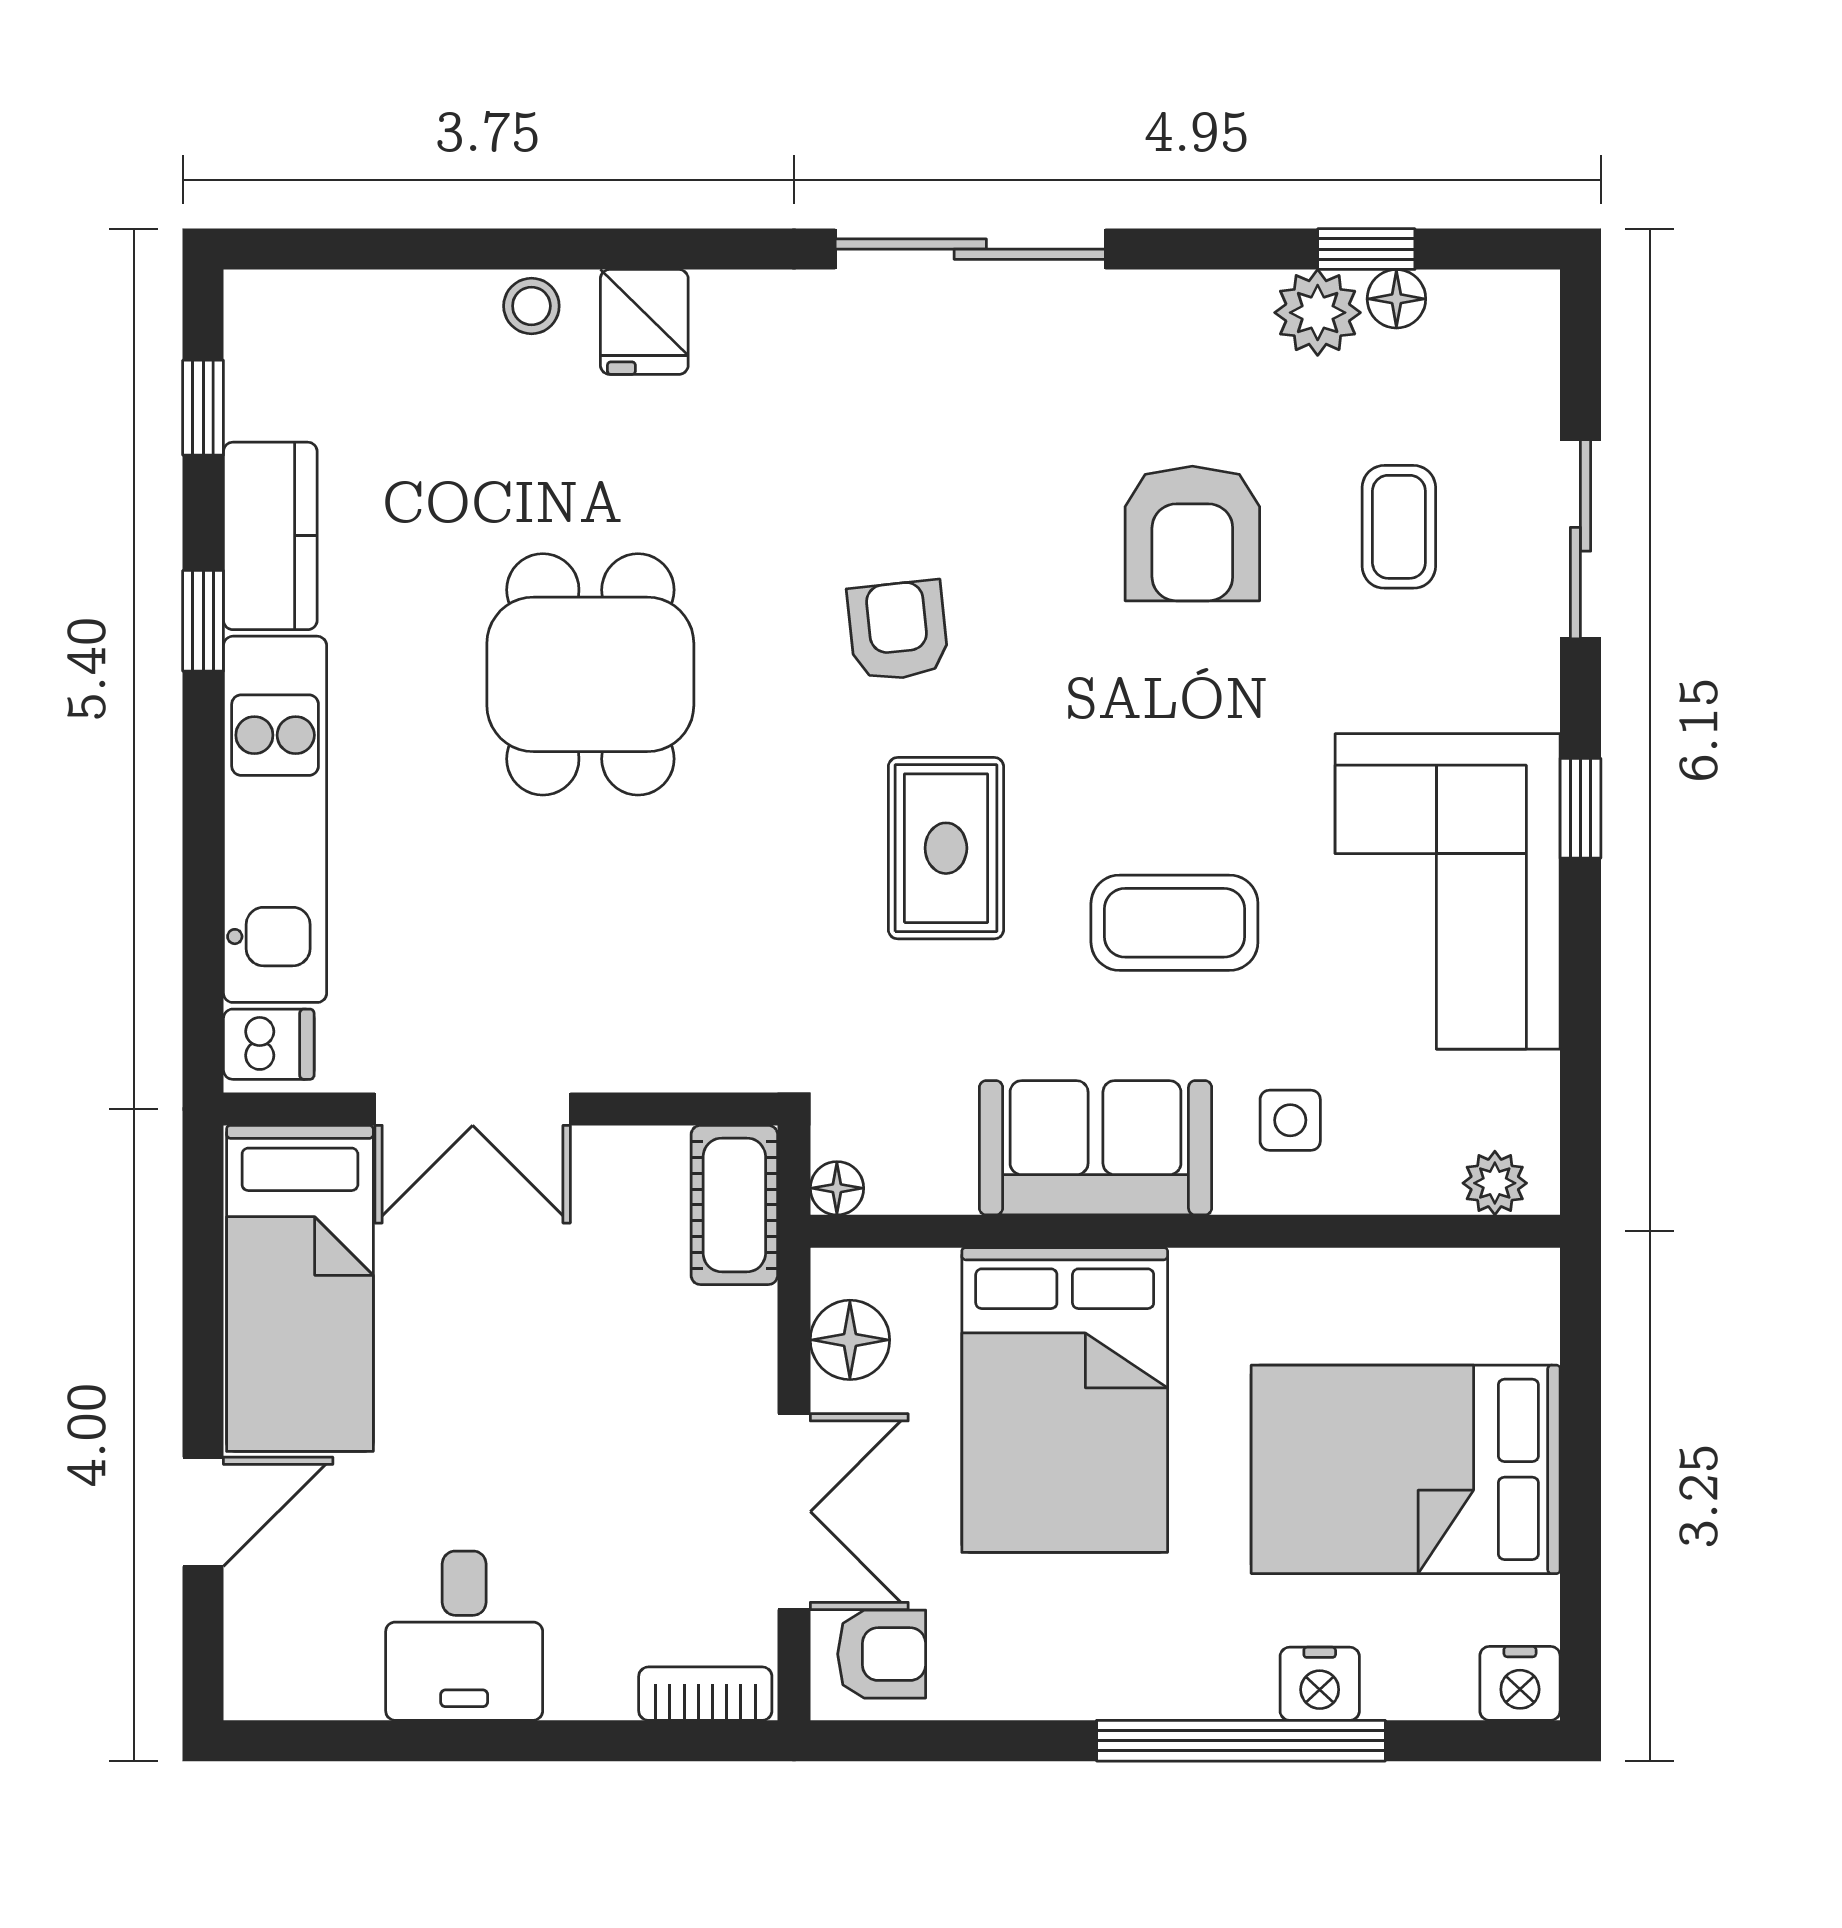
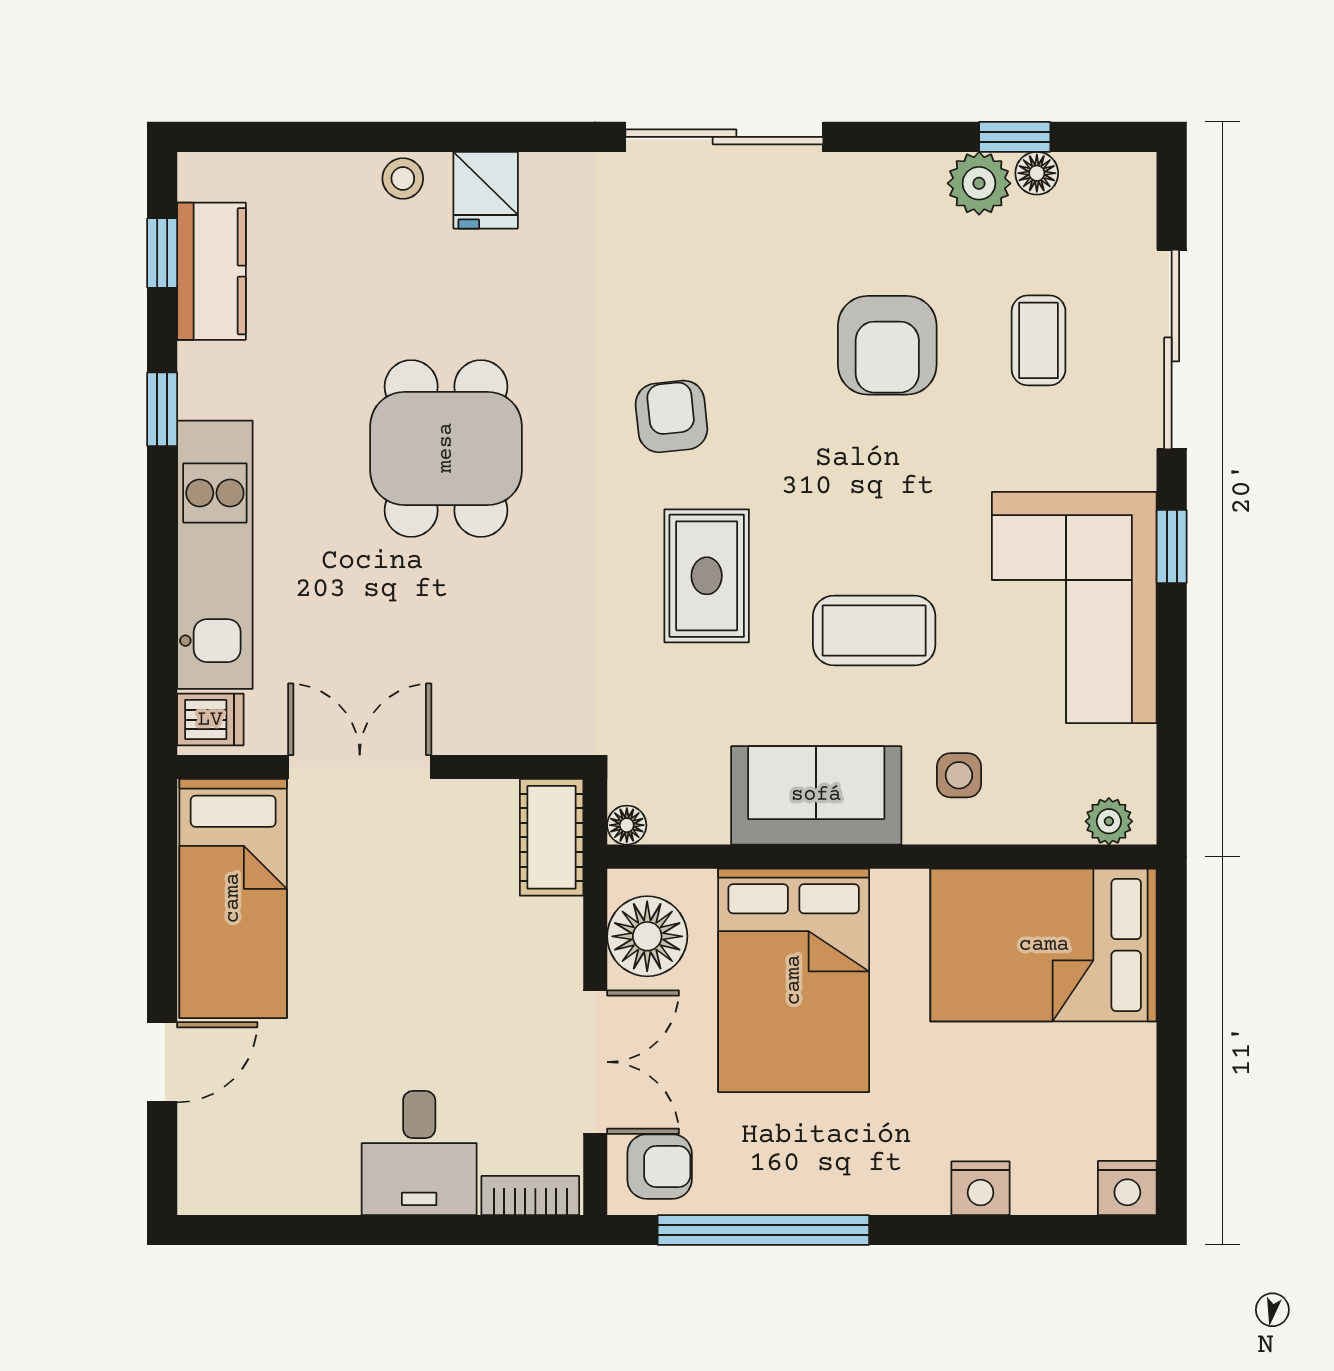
kitchen counter: (270, 536) -> (211, 271), moved
sliding door: (1580, 539) -> (1172, 349), width x1.37
double door: (473, 1109) -> (360, 767), swing flipped
floor lamp: (850, 1340) -> (647, 936), width x1.38, depth x1.38
bed: (1406, 1469) -> (1044, 945), moved
desk: (464, 1636) -> (419, 1153), moved
window: (1241, 1741) -> (763, 1230), moved

